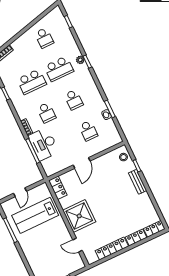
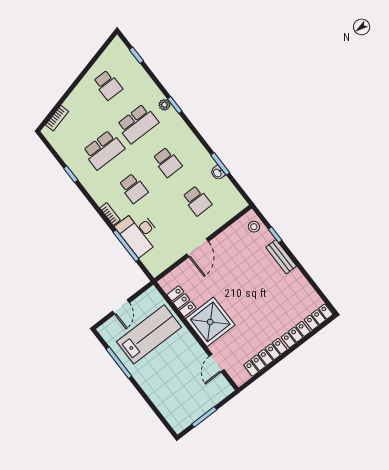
locker: (58, 188) -> (181, 301), moved
lab bench: (35, 215) -> (149, 334), turned 180
door: (77, 245) -> (217, 363), hinge flipped

